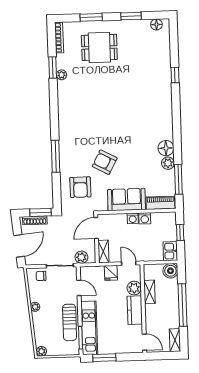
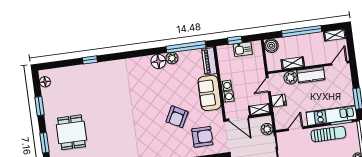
window: (178, 179) -> (186, 47), width x1.46
washing machine: (145, 218) -> (228, 96), moved
kitchen sink: (170, 251) -> (243, 49), moved

